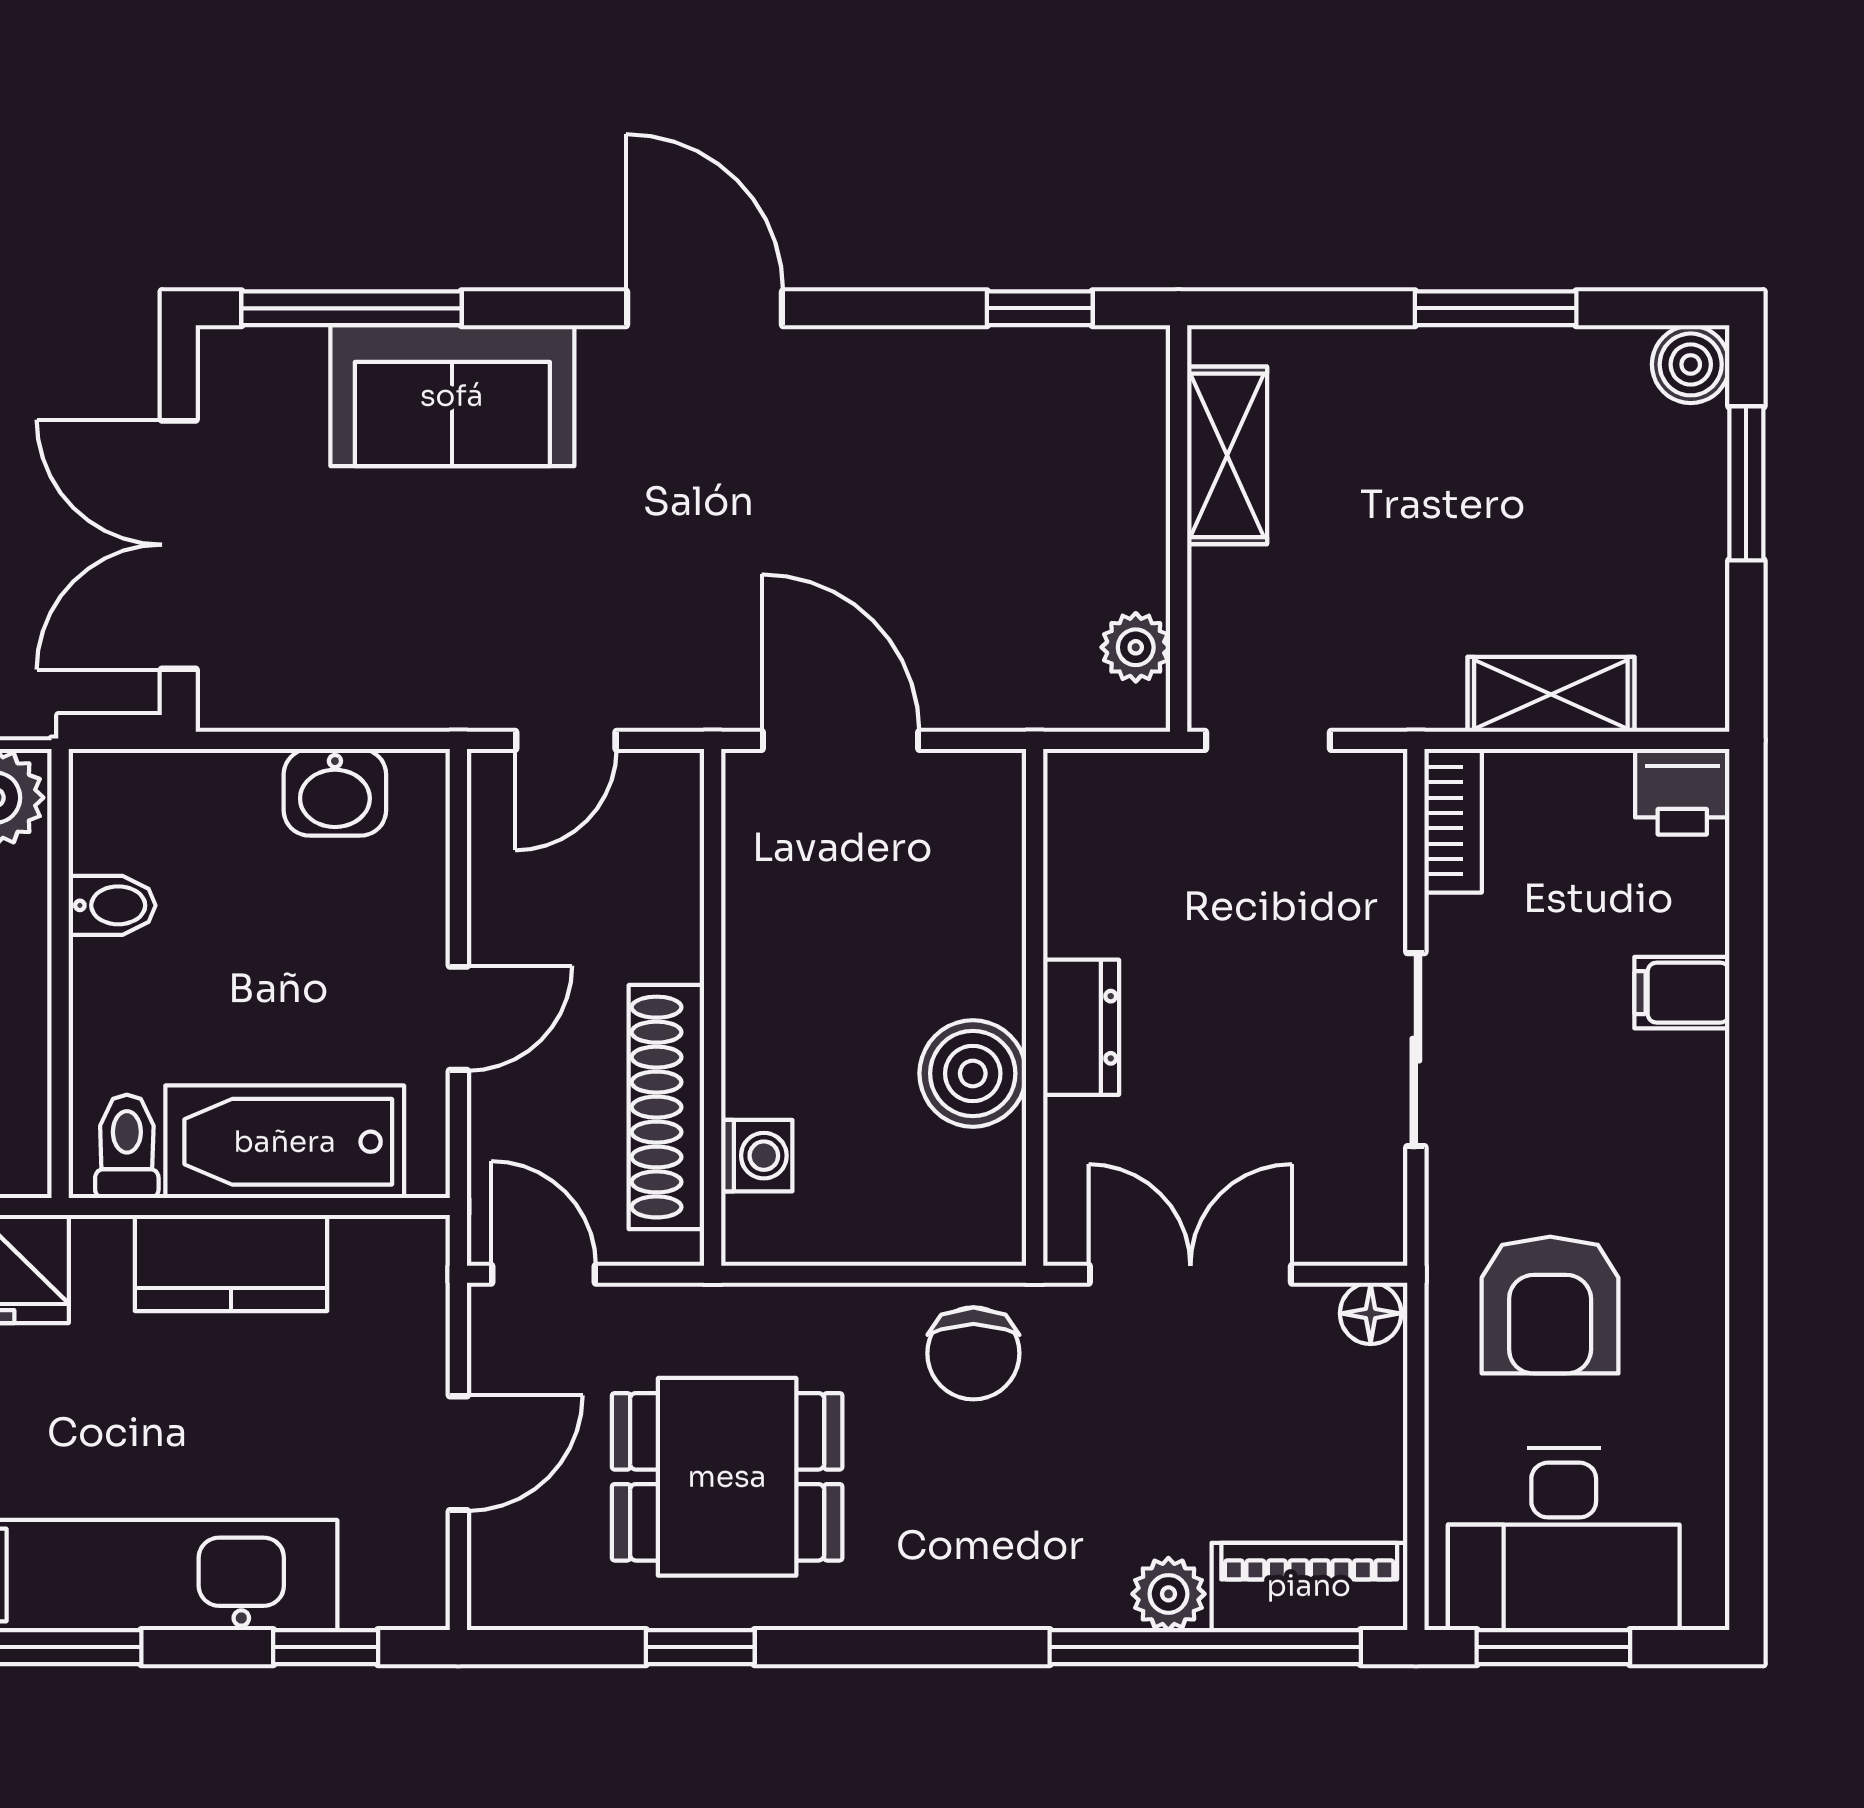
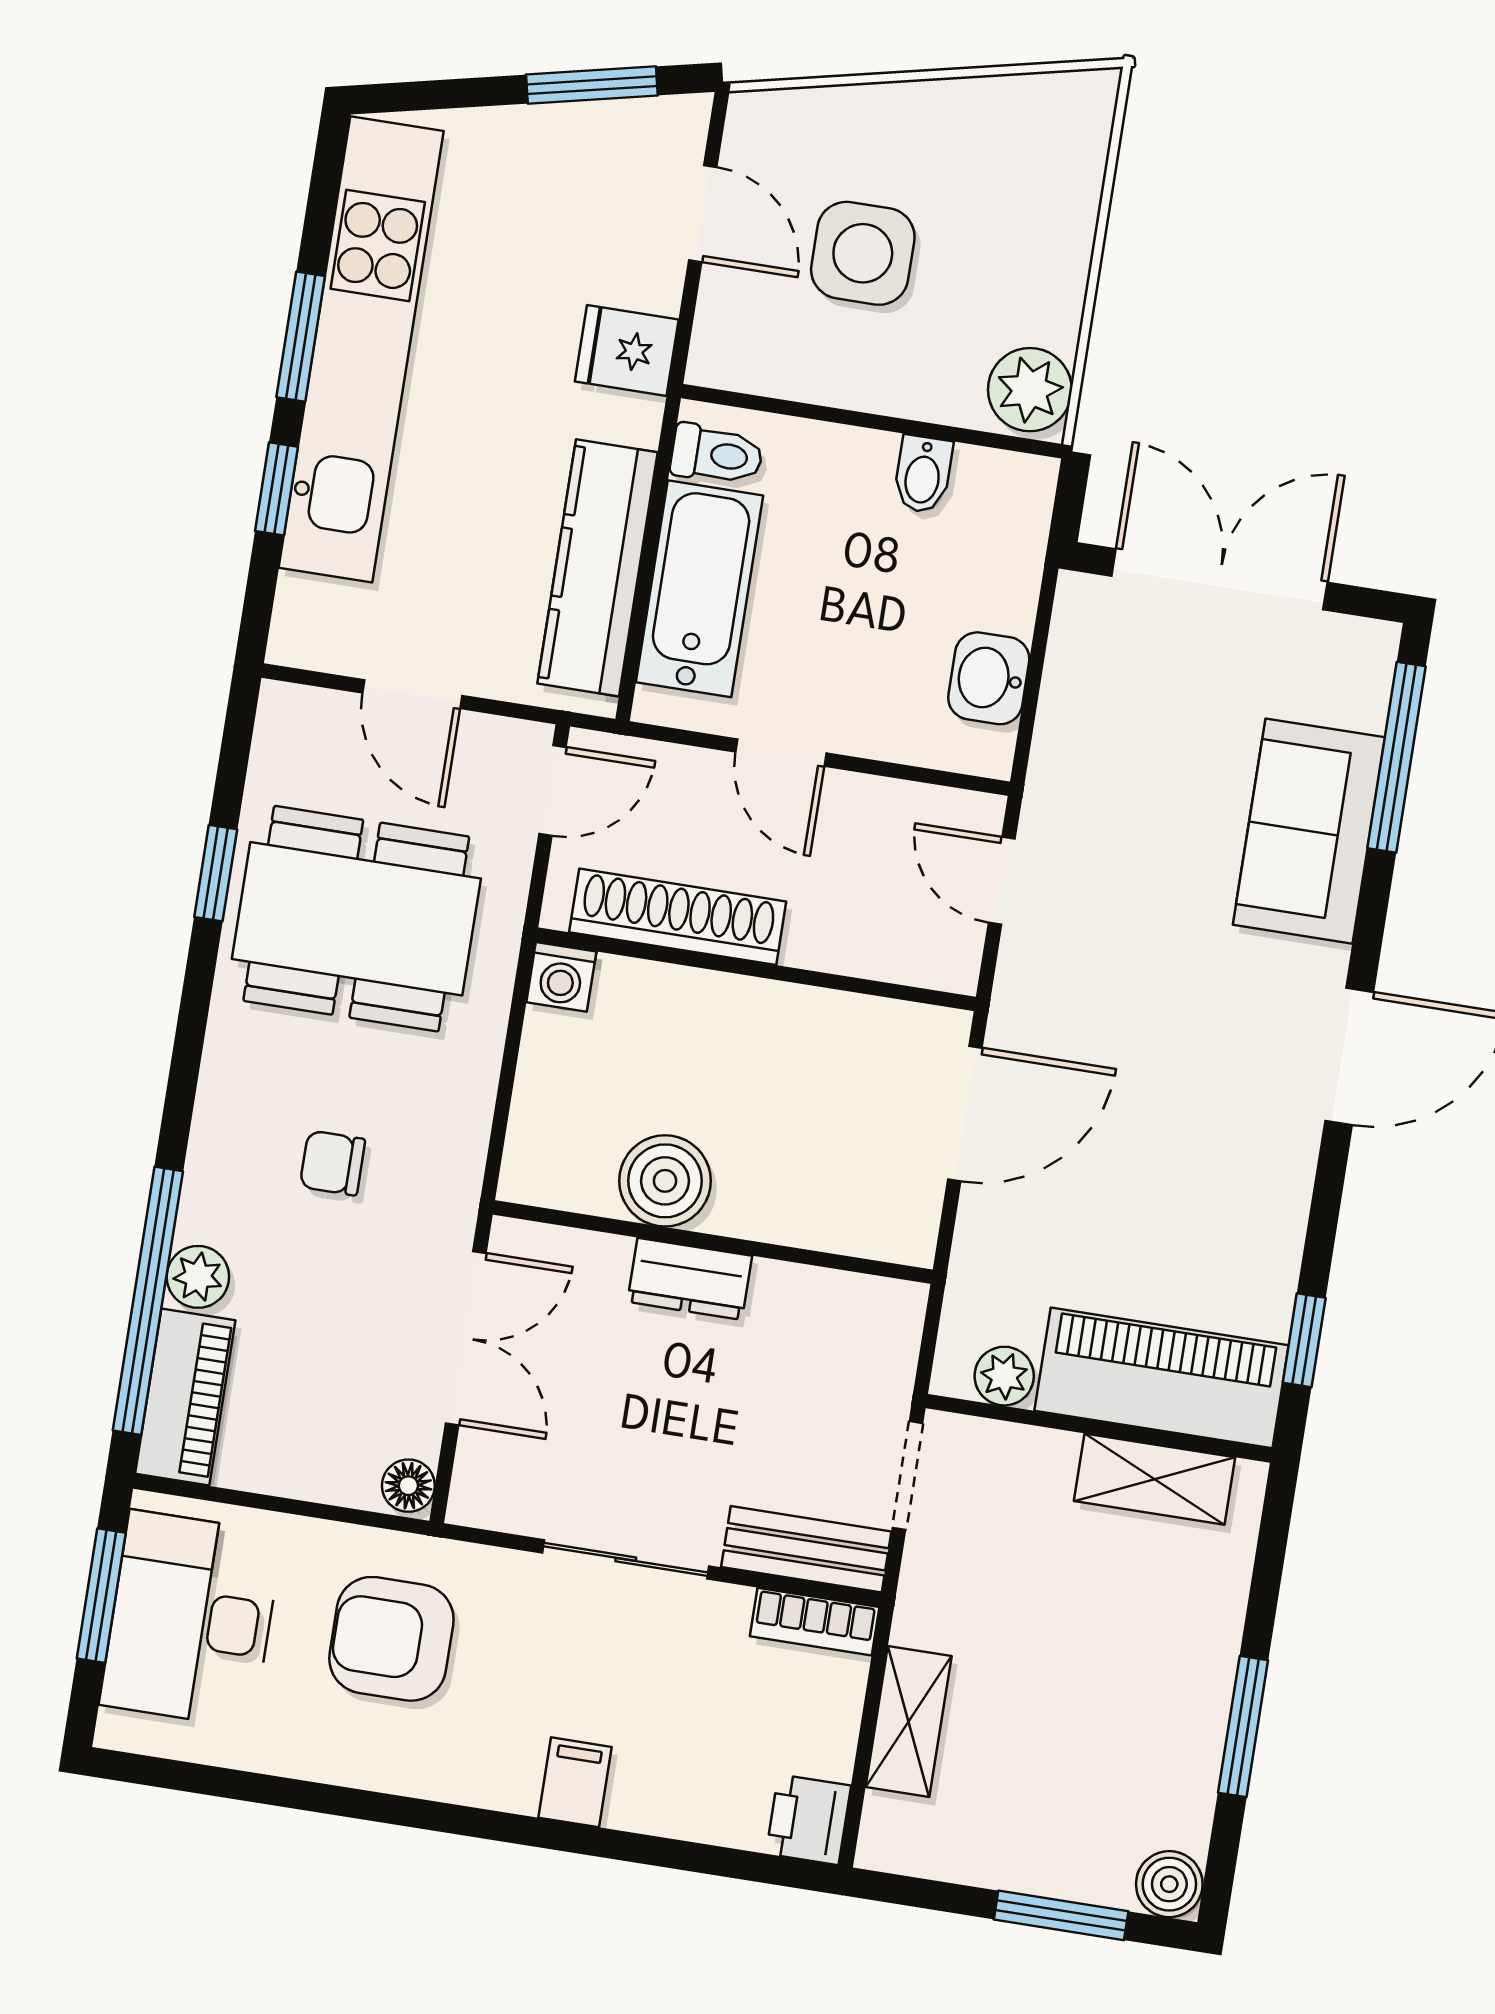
piano: (1109, 466) -> (1162, 1378), added
bench: (1371, 844) -> (806, 1549), added
filing cabinet: (1682, 993) -> (575, 1782), moved
washing machine: (757, 1156) -> (561, 977), moved
kitchen counter: (231, 1263) -> (598, 568), width x1.50
chair: (973, 1353) -> (332, 1163), moved, width x0.73, depth x0.73
dining table: (727, 1477) -> (356, 919), width x1.37
window: (326, 1647) -> (277, 489), moved

